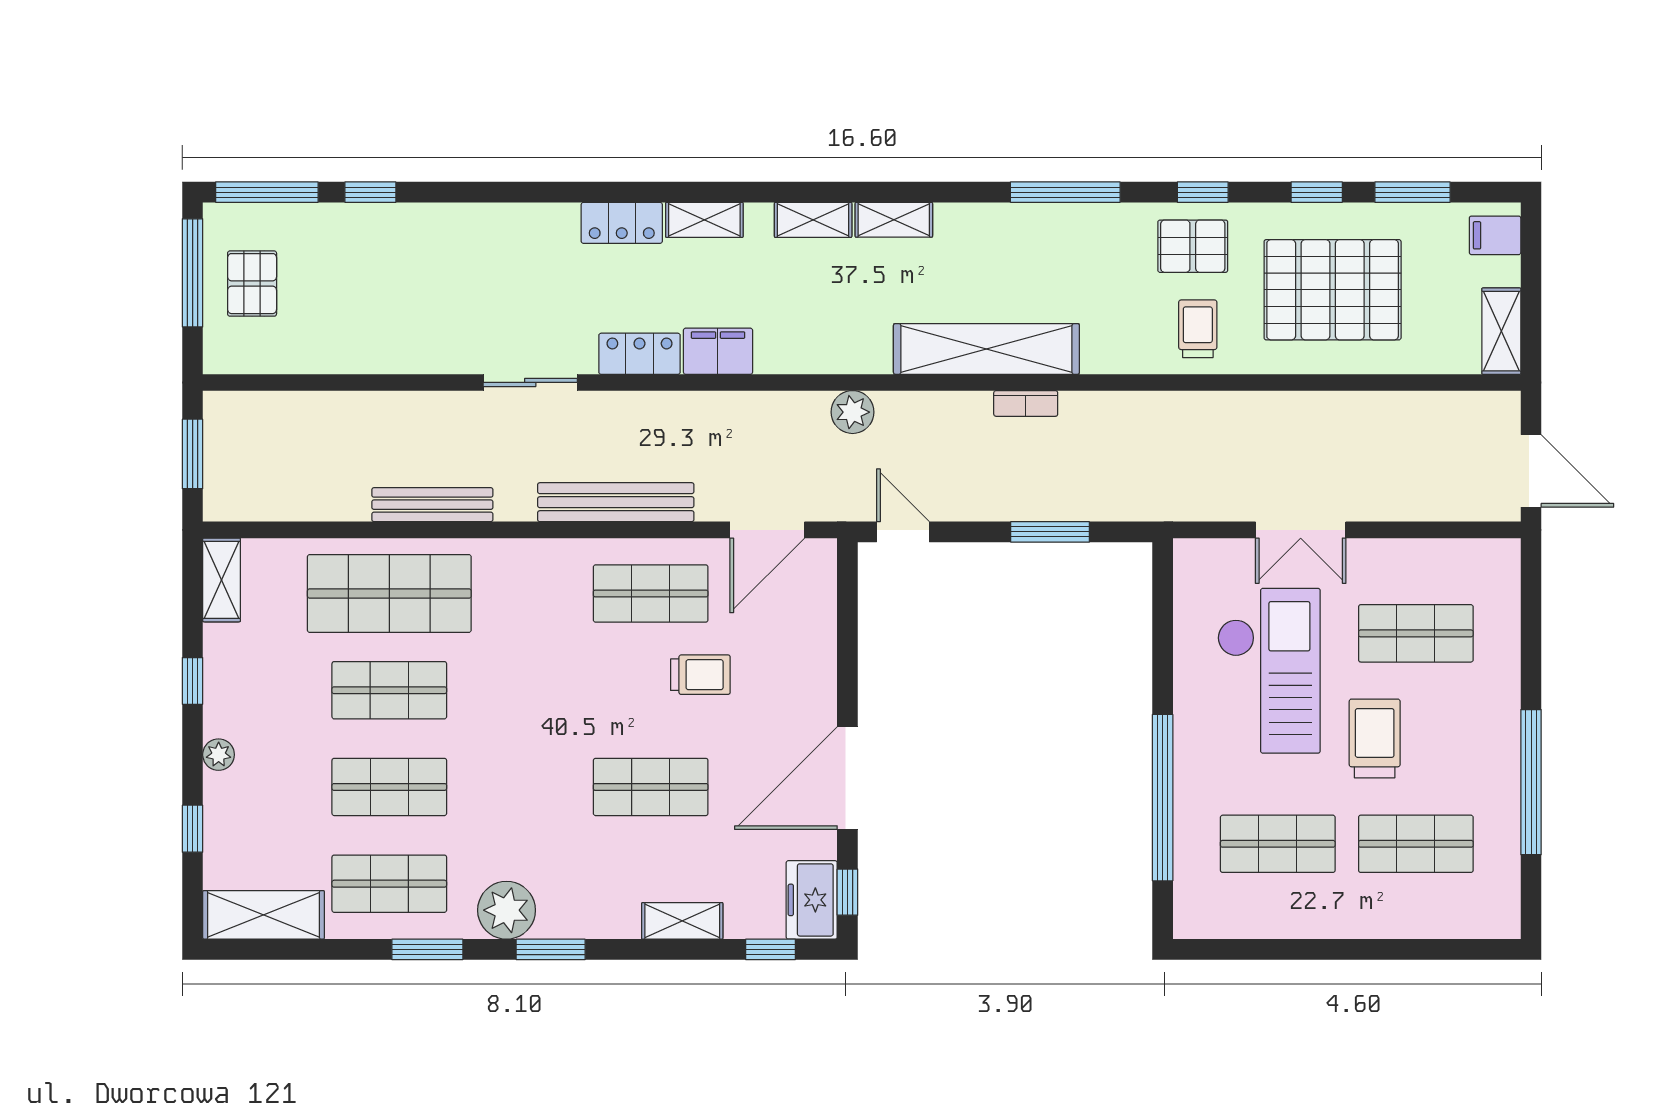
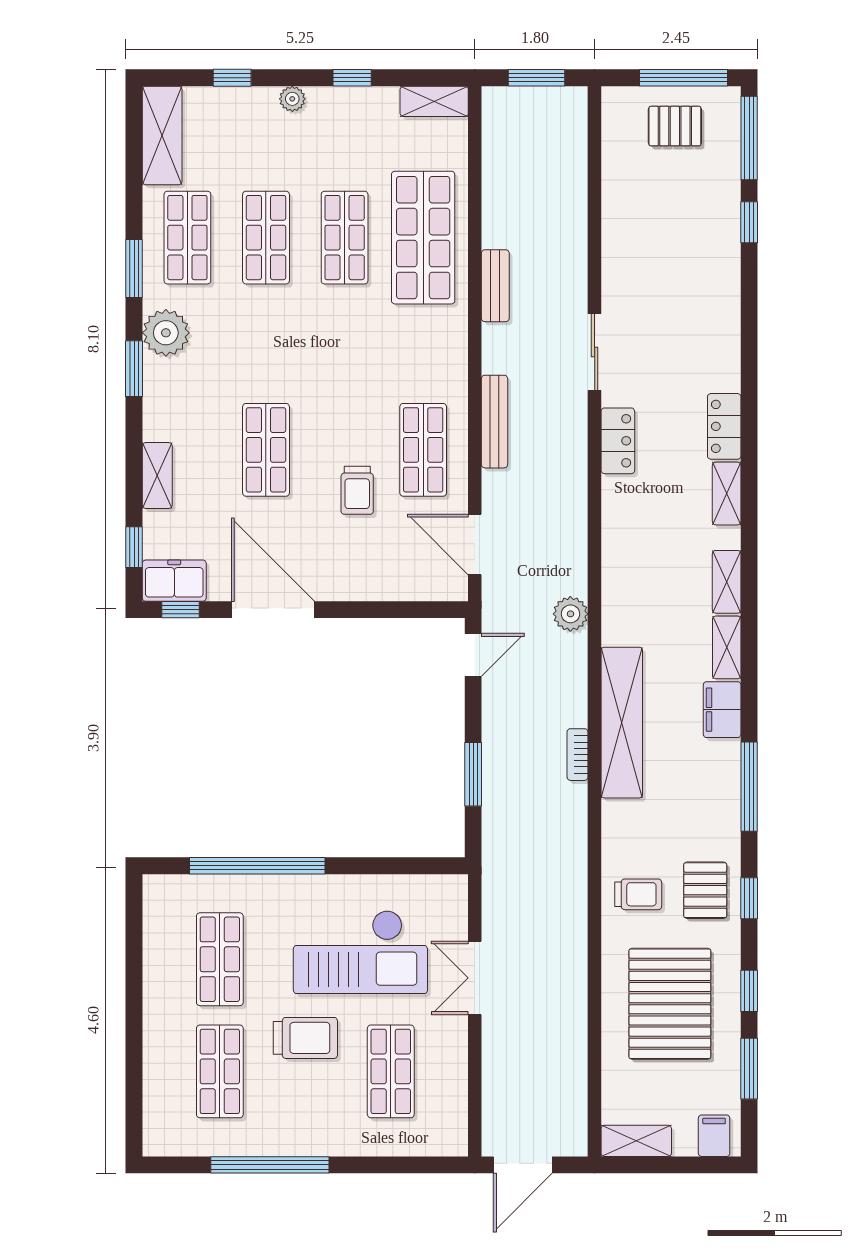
filing cabinet: (718, 351) -> (722, 710), moved, turned 180
bench: (616, 502) -> (495, 422), width x0.73, depth x0.82
bench: (432, 505) -> (495, 286), width x0.73

